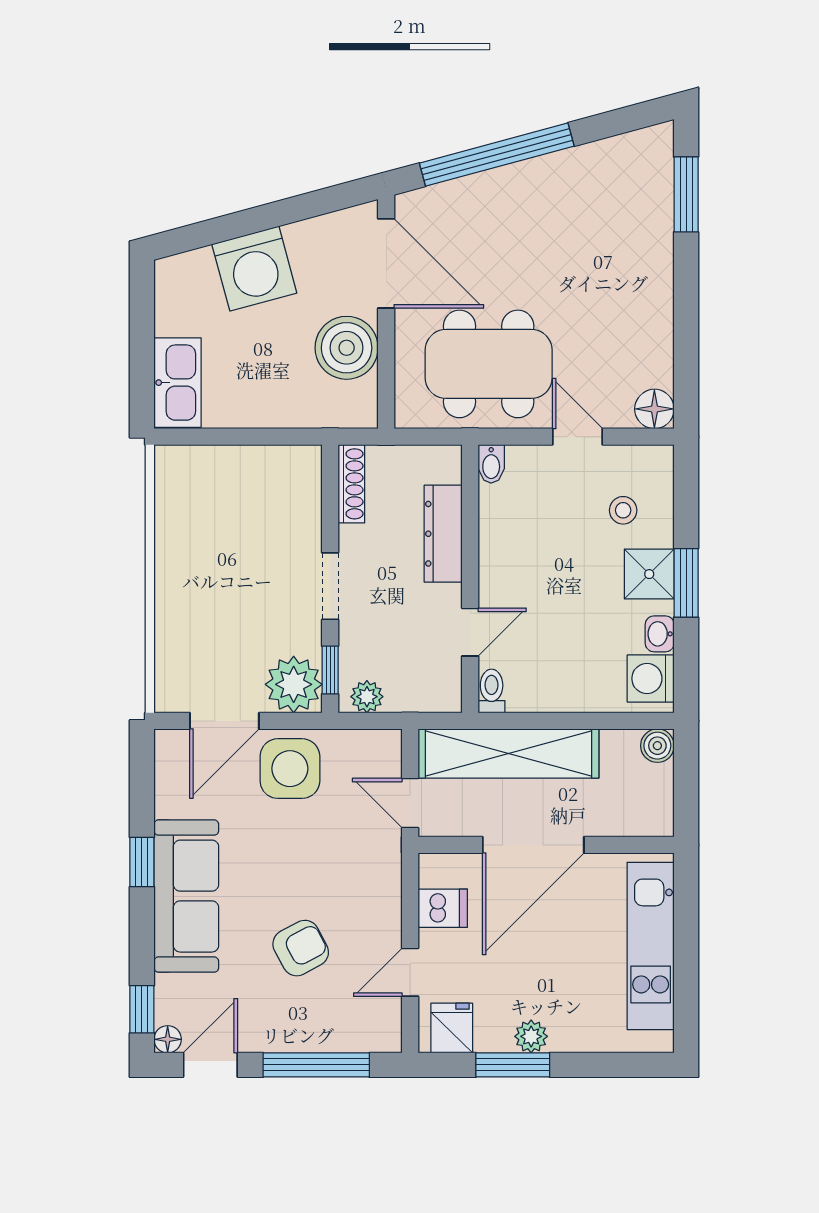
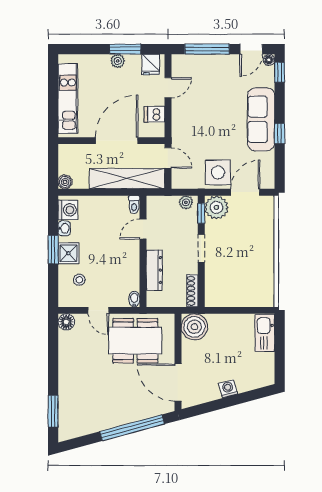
washing machine: (254, 269) -> (228, 389), width x0.53, depth x0.53
boiler: (347, 348) -> (194, 327), moved
armchair: (301, 948) -> (213, 98), removed

